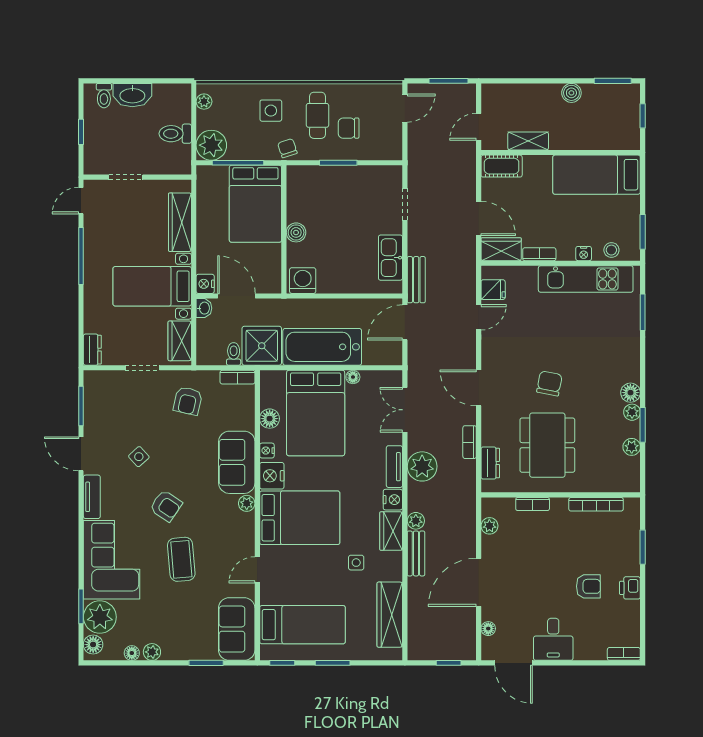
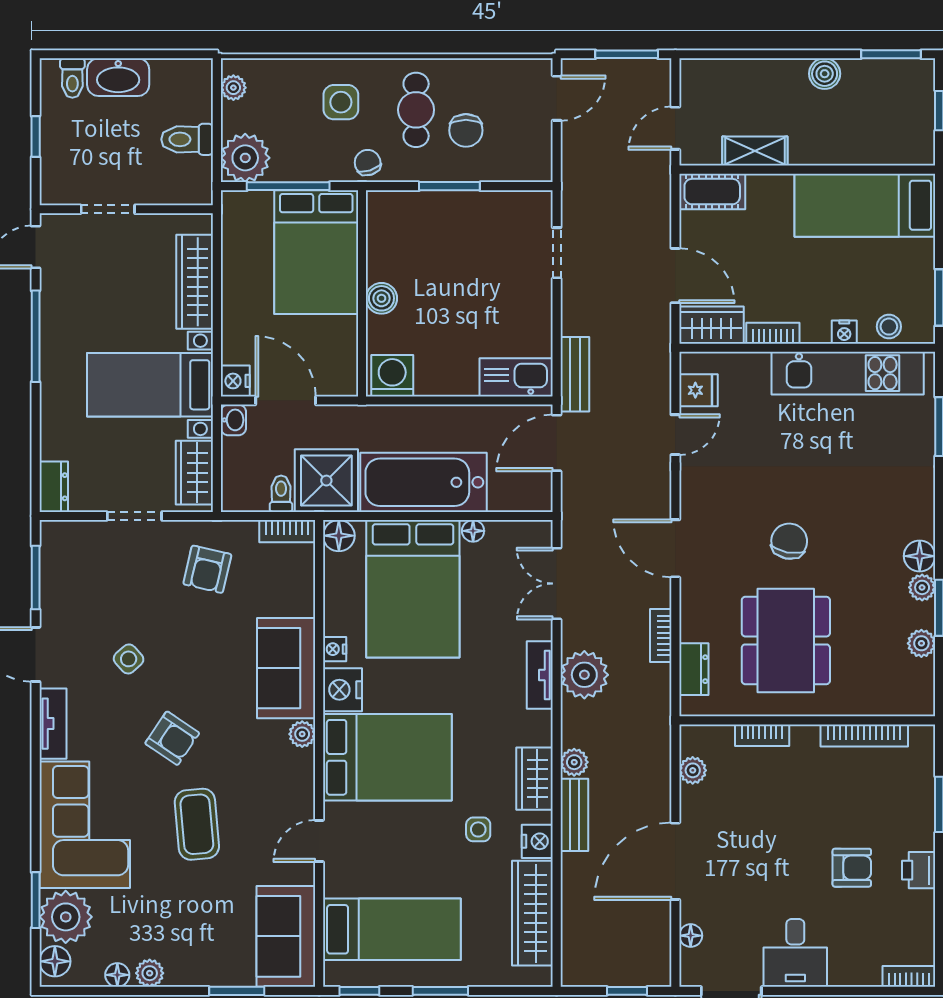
chair: (349, 128) -> (466, 130), turned -90
kitchen sink: (390, 258) -> (516, 377), moved, turned 90
floor lamp: (270, 419) -> (339, 536), moved
nightstand: (393, 500) -> (537, 841), moved

